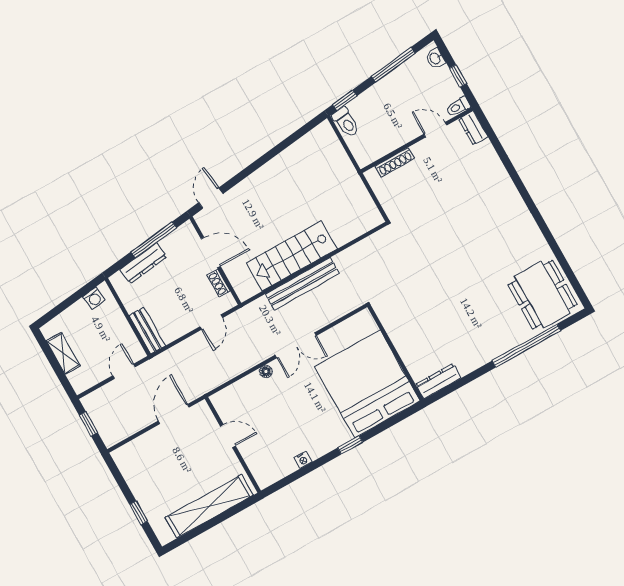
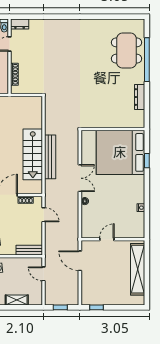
dining table: (543, 295) -> (127, 51), moved, turned 90
dresser: (438, 381) -> (140, 97), moved
window: (350, 445) -> (147, 161), moved
window: (139, 513) -> (96, 307), moved

